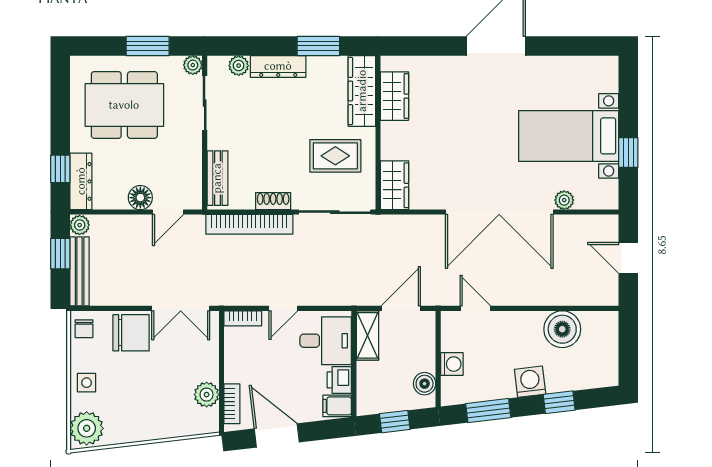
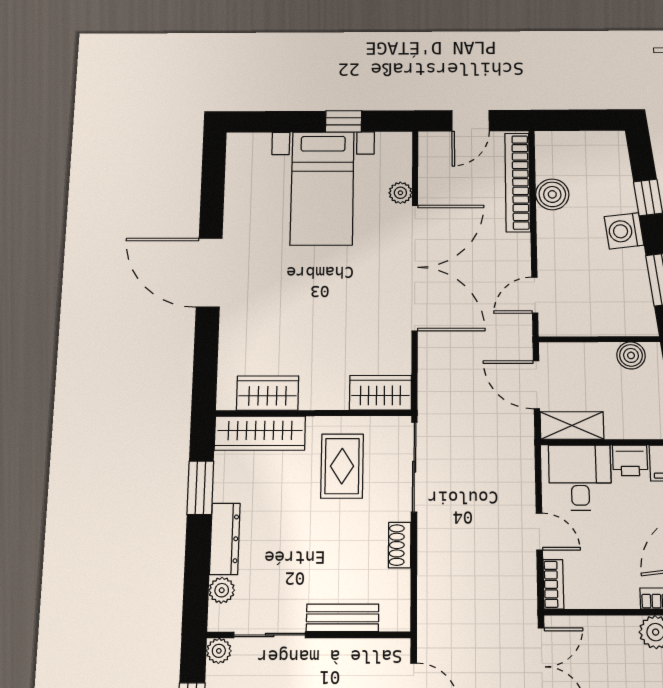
bench: (217, 178) -> (342, 618), moved
bookcase: (249, 224) -> (518, 182), moved, turned 180
boiler: (562, 329) -> (552, 194), width x0.73, depth x0.73
washing machine: (452, 364) -> (605, 323), removed

